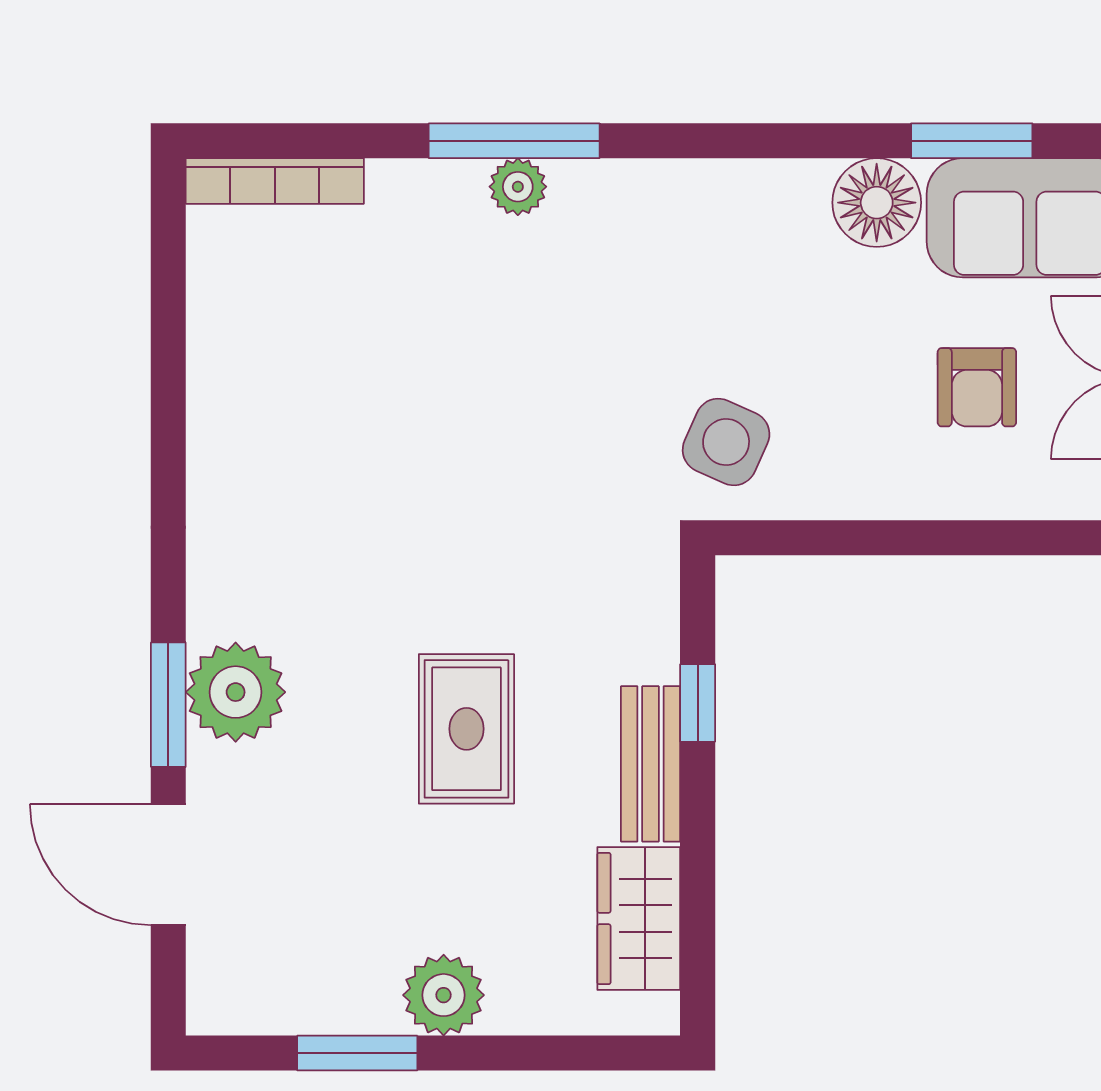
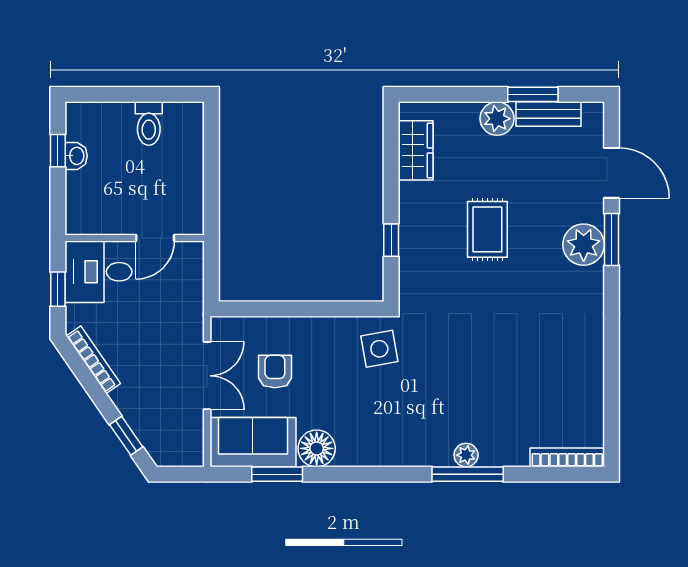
side table: (726, 442) -> (379, 349), turned -34
bench: (651, 764) -> (548, 114), moved, turned 90

